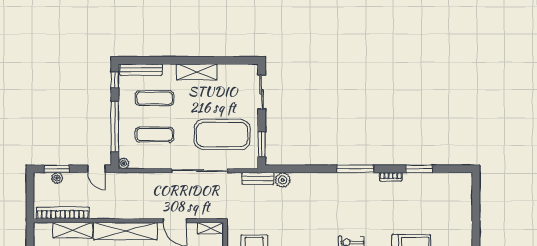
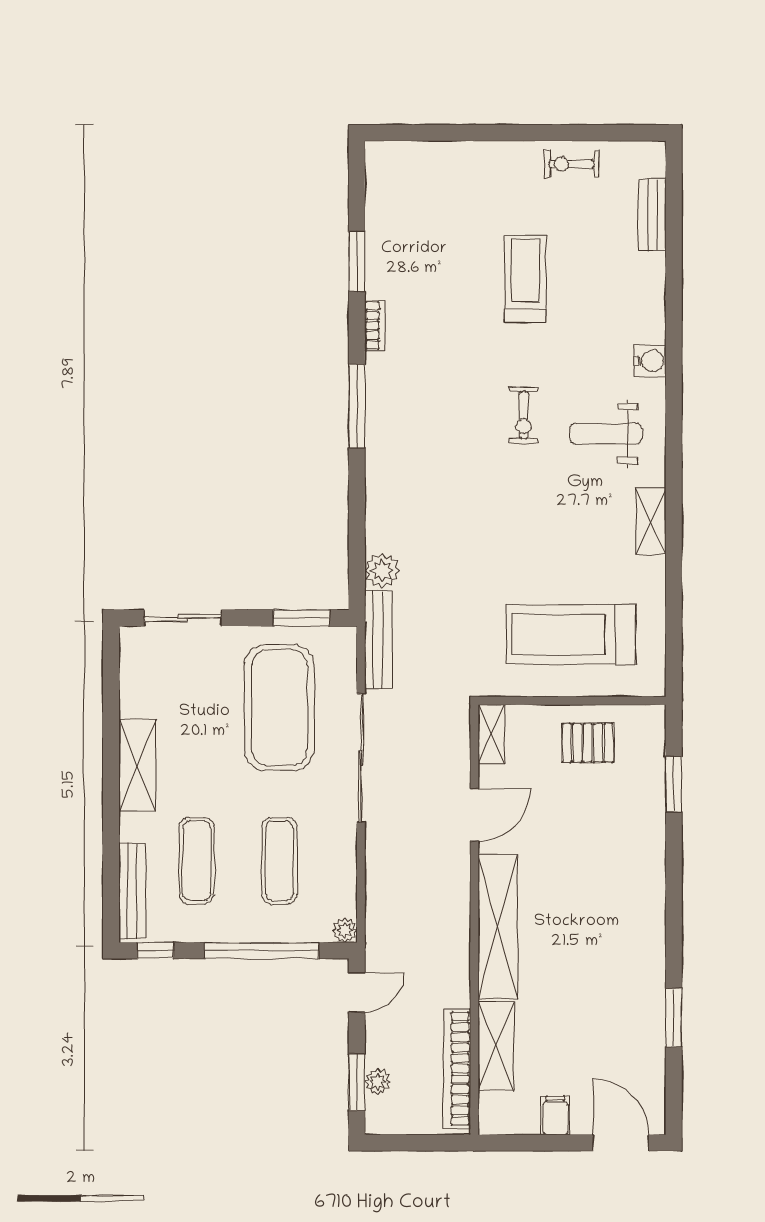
bench: (258, 178) -> (378, 640), width x1.36

